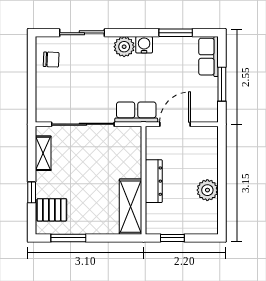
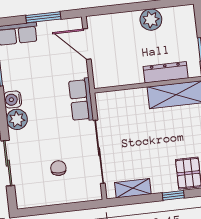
chair: (51, 59) -> (58, 168), moved
door: (175, 124) -> (87, 44), moved
dresser: (154, 181) -> (166, 72), moved

